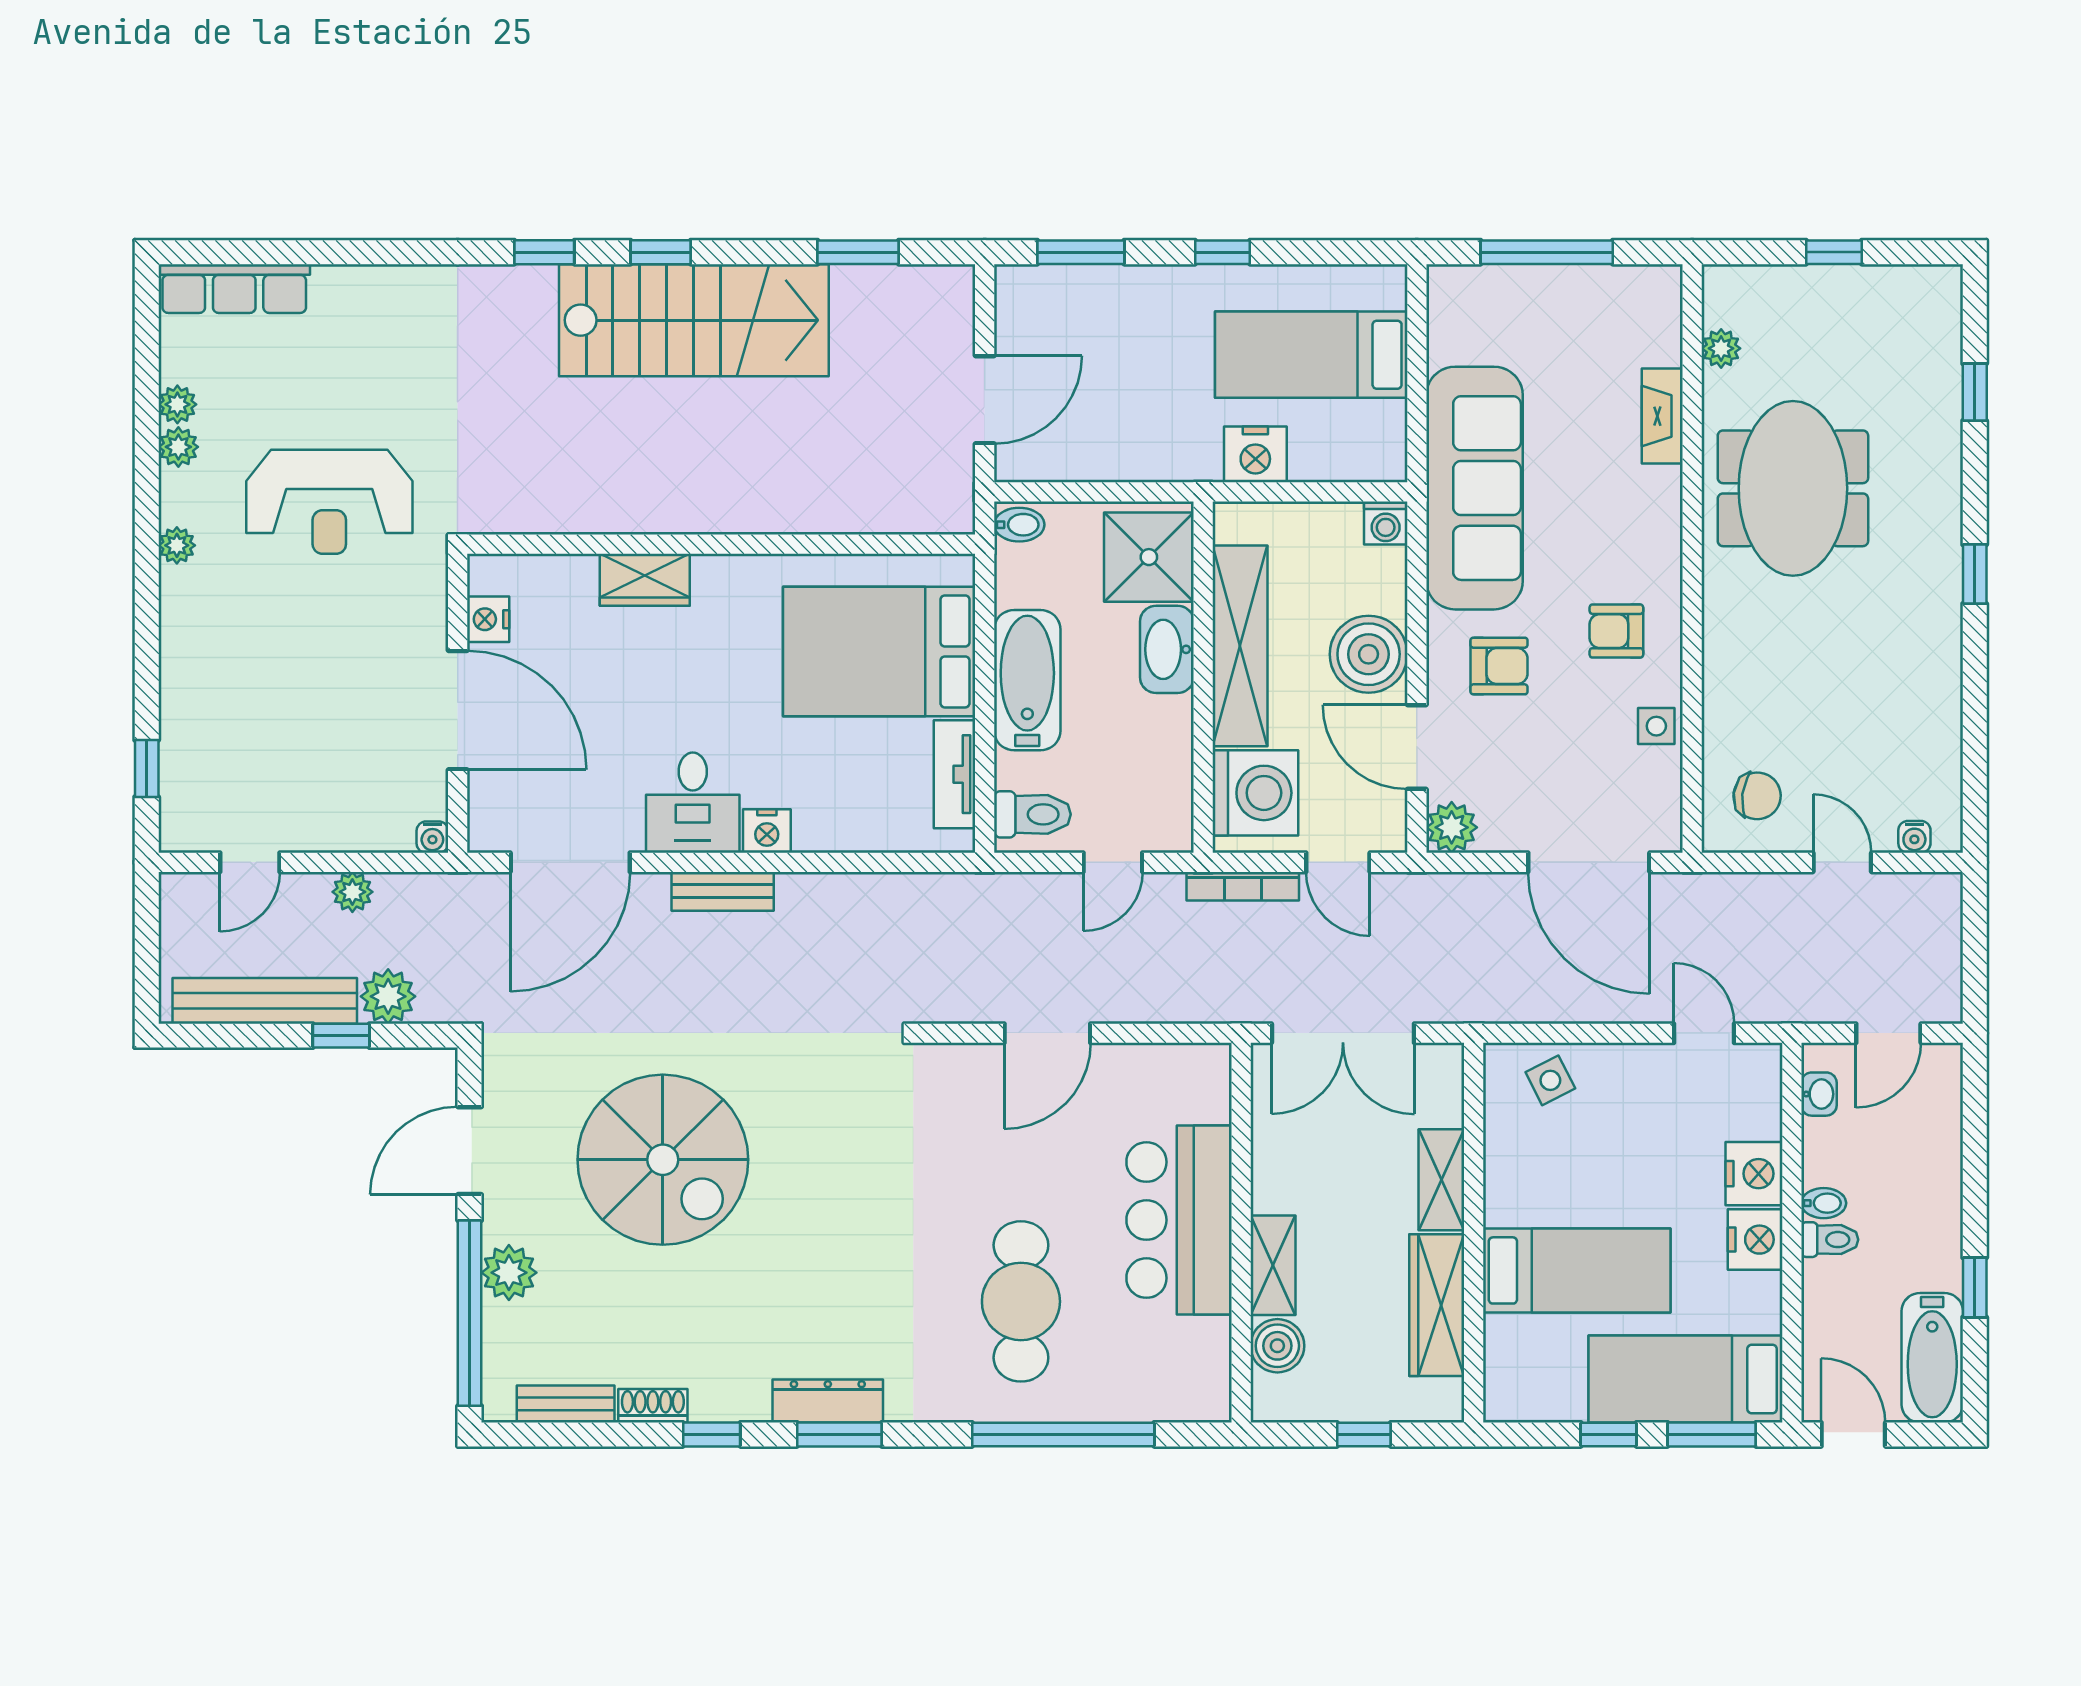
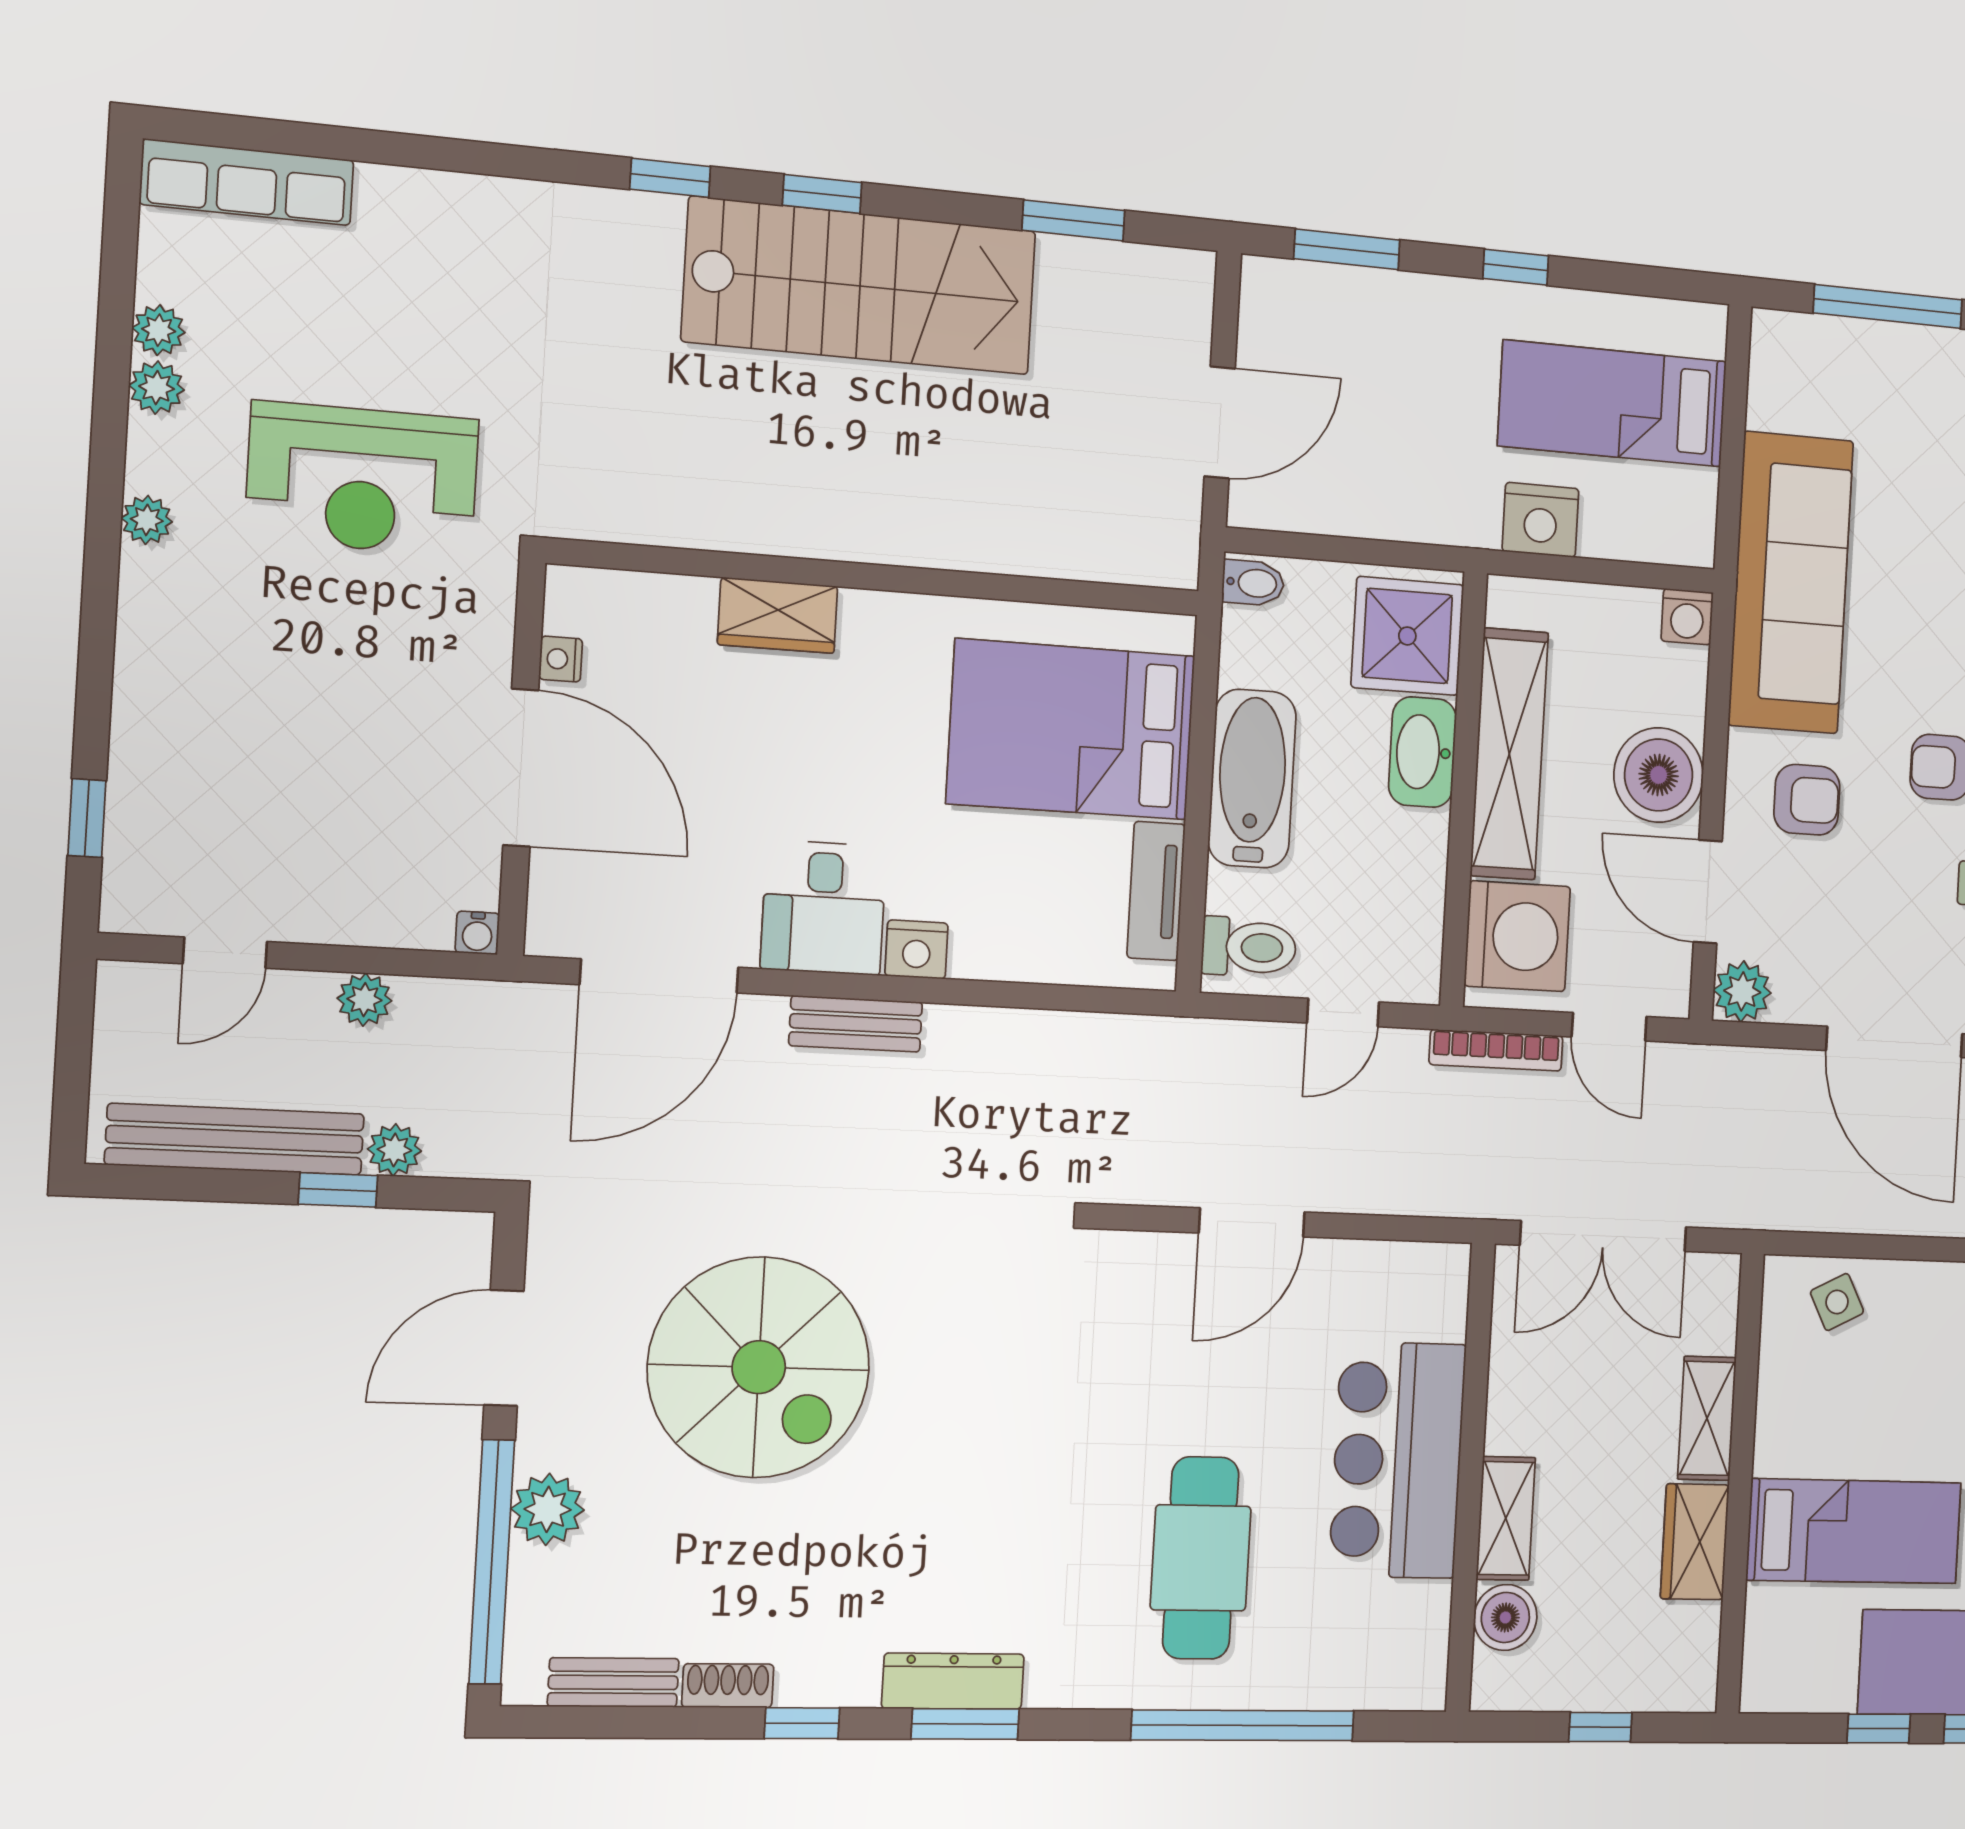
nightstand: (488, 619) -> (561, 659), width x0.72, depth x0.74
plant: (388, 996) -> (394, 1150), width x0.73, depth x0.73
wardrobe: (1437, 1305) -> (1695, 1542), width x0.67

